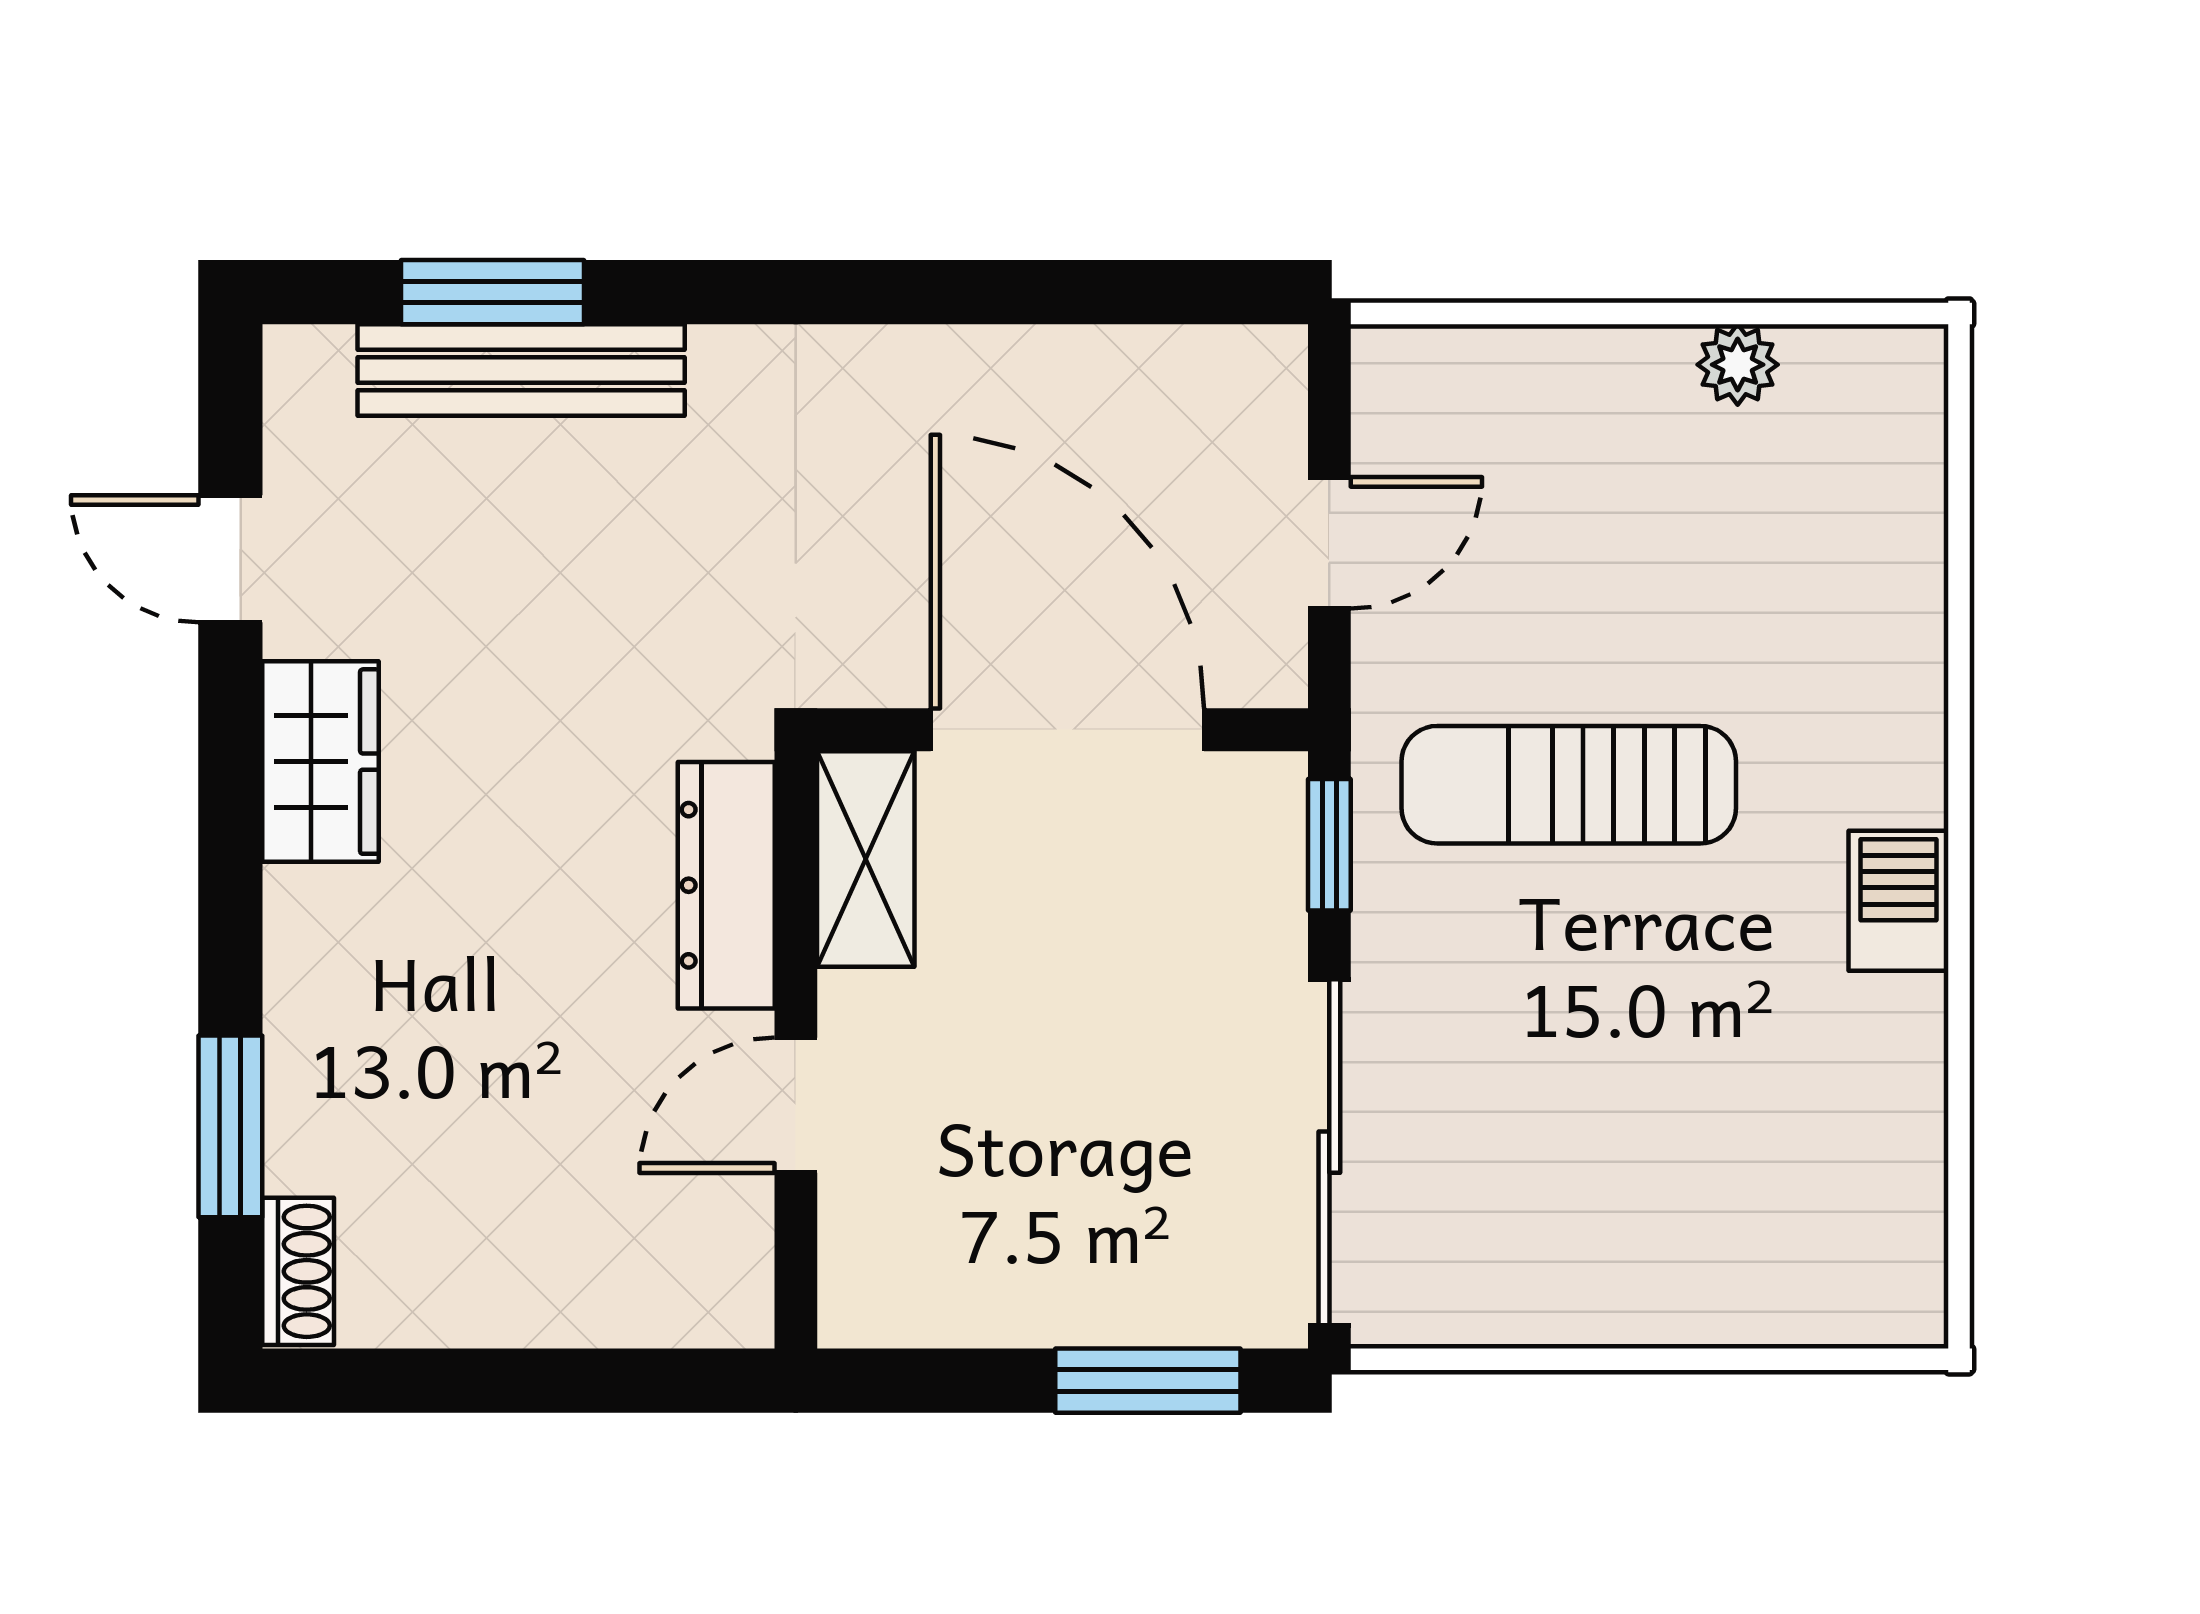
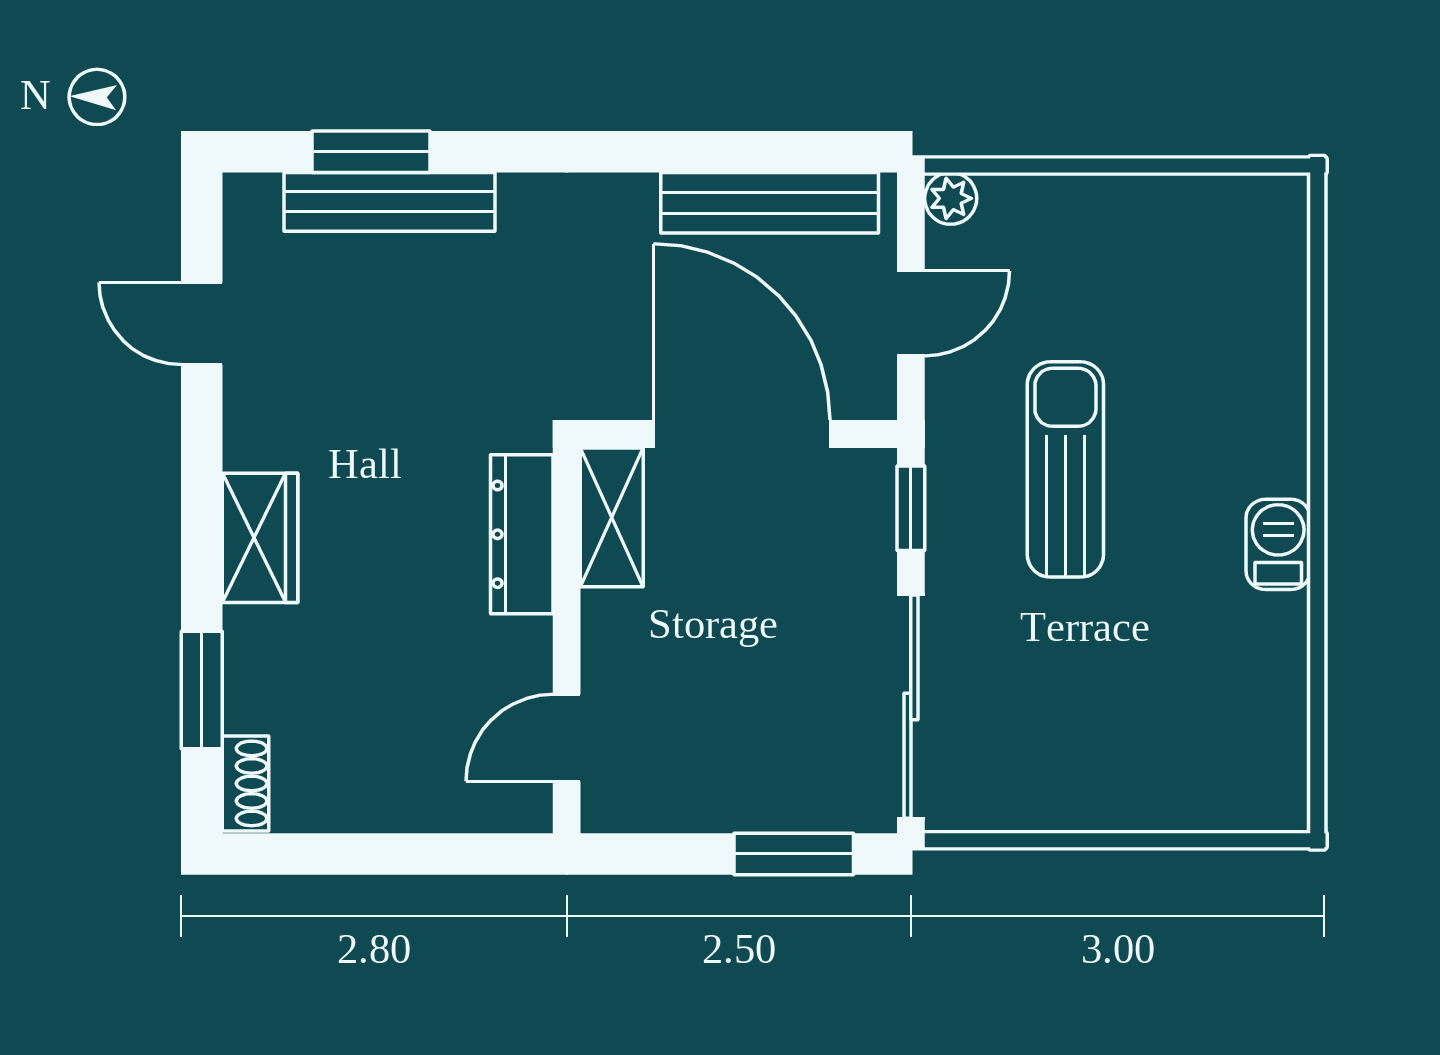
plant: (1738, 365) -> (951, 198), moved
bench: (1110, 371) -> (770, 203), added
wardrobe: (321, 762) -> (260, 538), moved
sun lounger: (1569, 785) -> (1065, 469), turned 90
door: (796, 1105) -> (567, 738), moved

